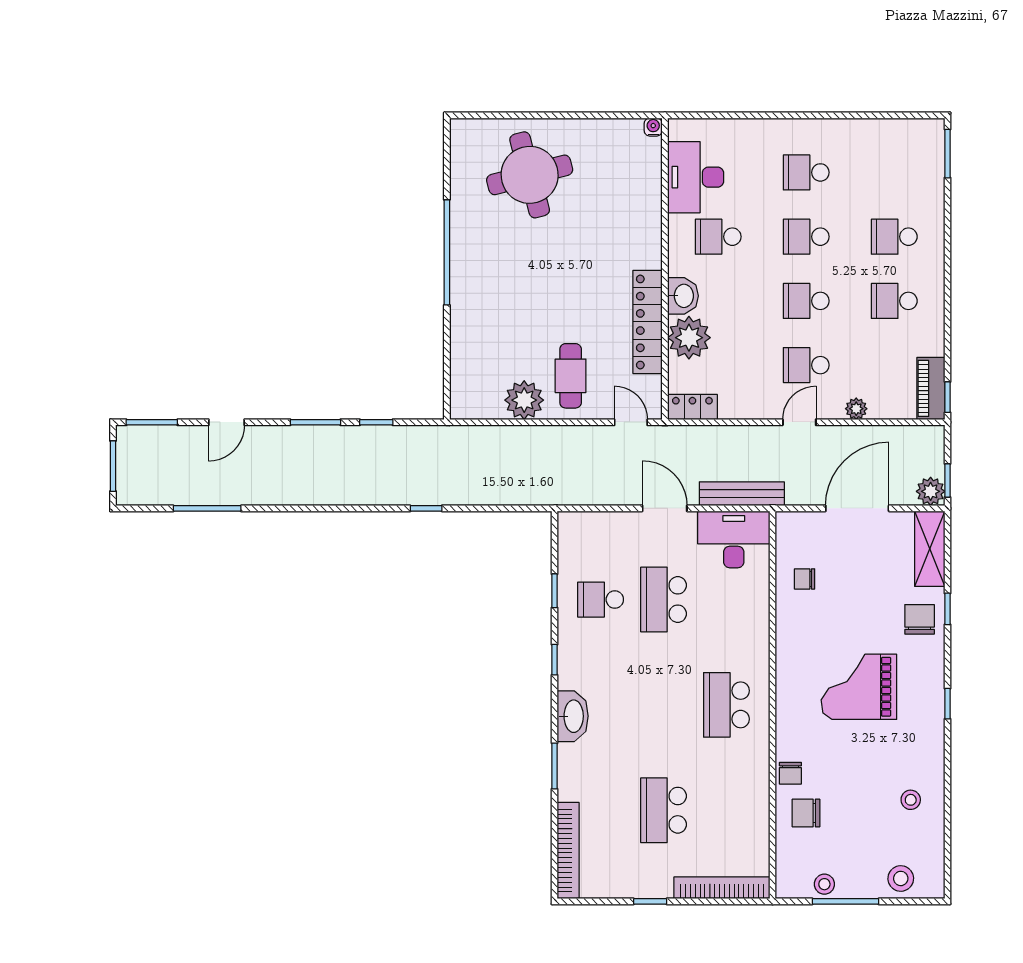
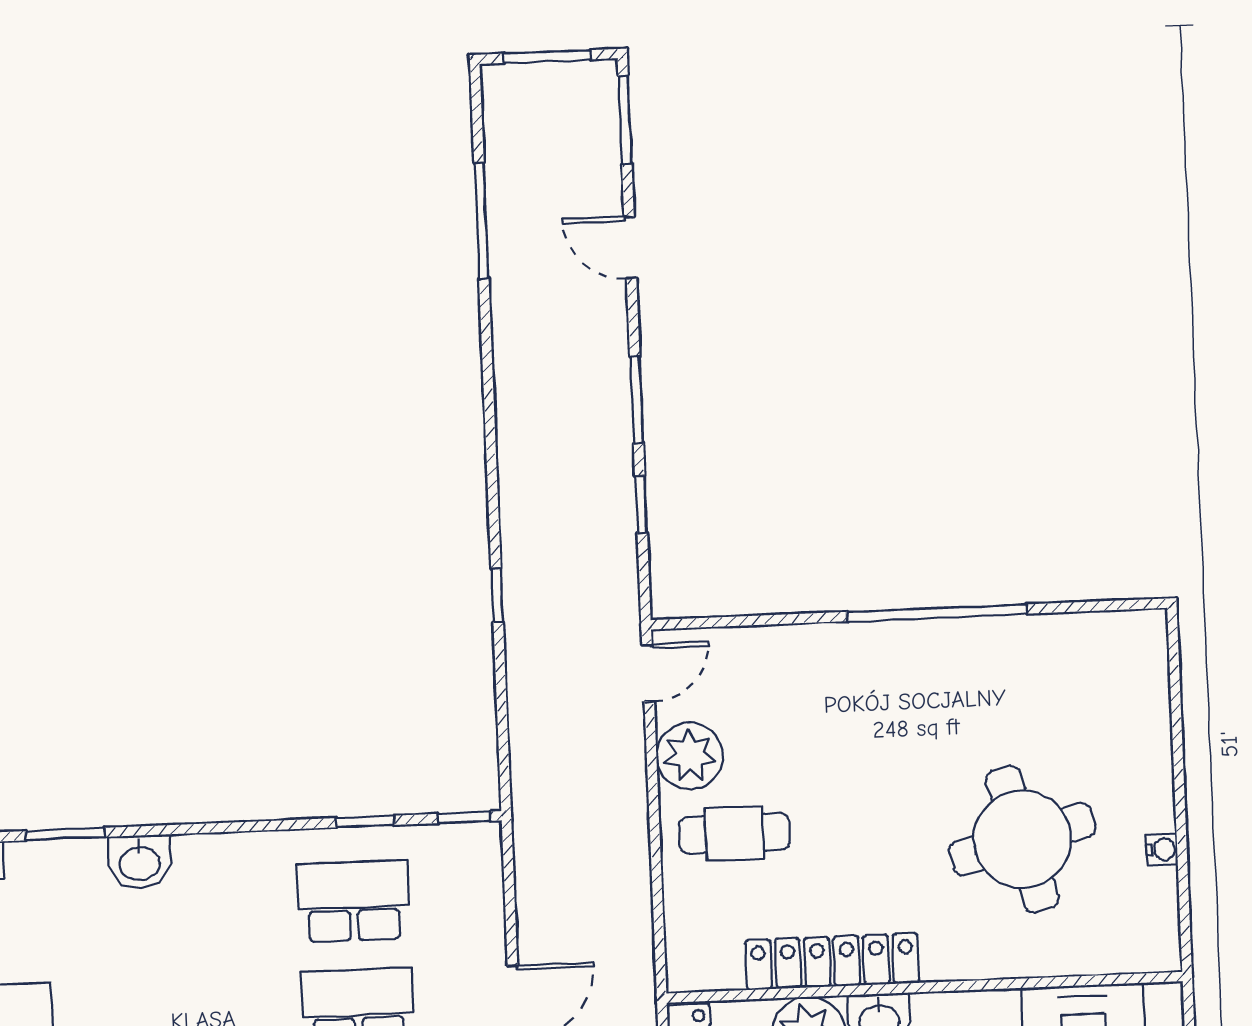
water cooler: (653, 127) -> (1162, 849), moved
round table: (530, 175) -> (1022, 839), moved
door: (631, 422) -> (648, 673), moved
school desk: (601, 600) -> (354, 901), width x1.85
window: (555, 660) -> (464, 817), moved
washbasin: (573, 716) -> (140, 862), width x0.72

